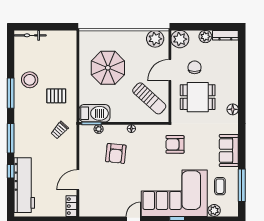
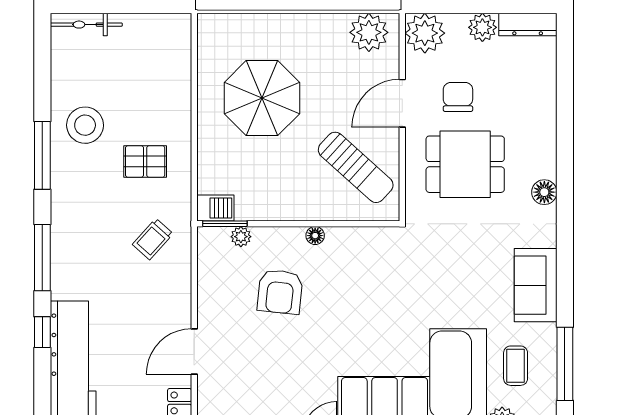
barbecue: (95, 113) -> (215, 208), width x0.53, depth x0.65
armchair: (175, 144) -> (414, 271), removed

